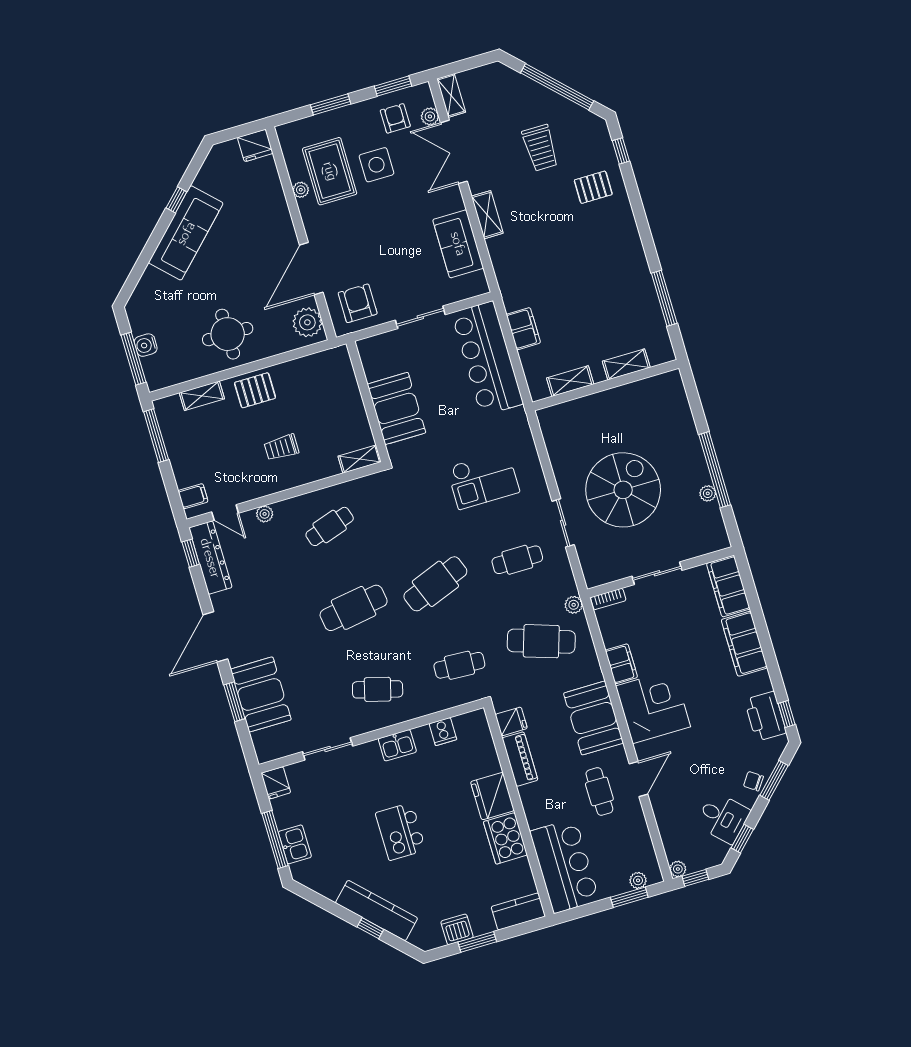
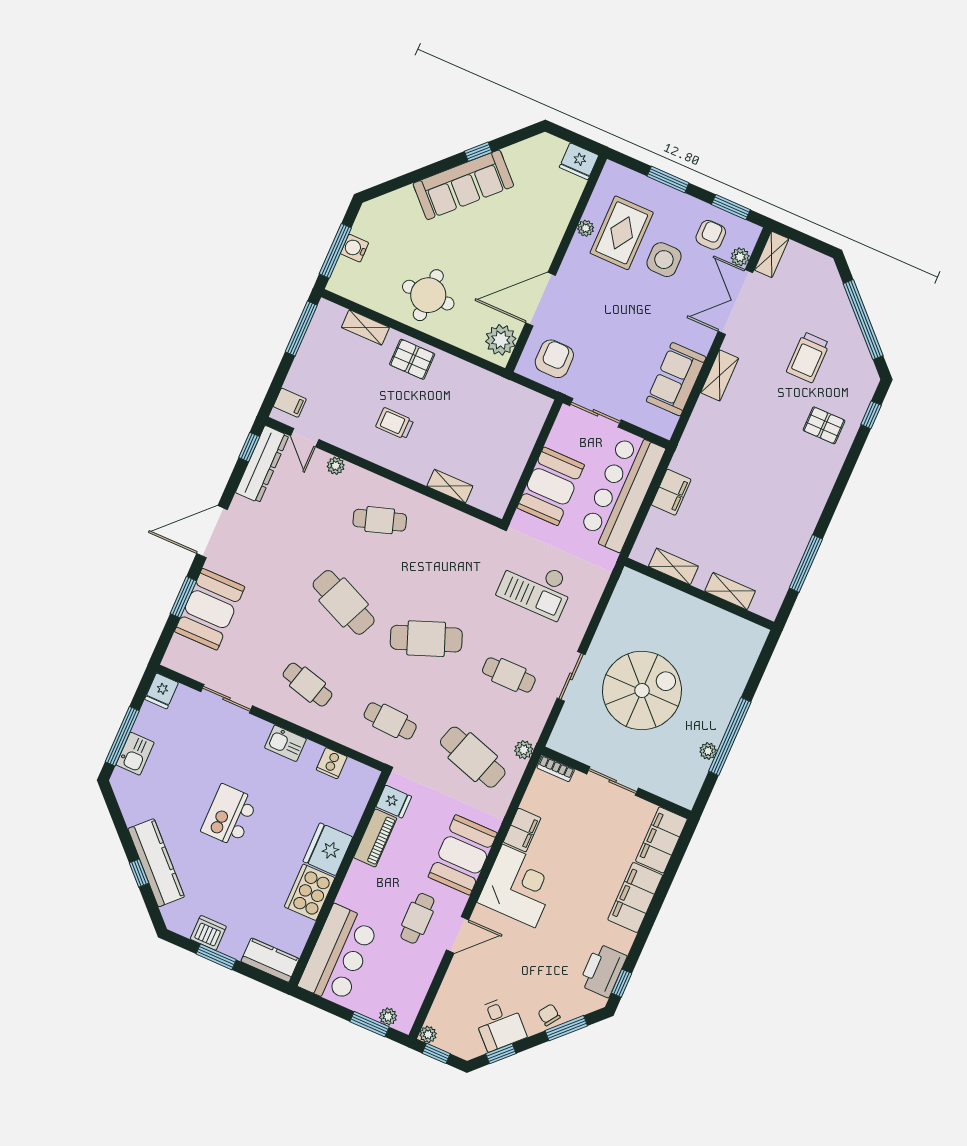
wall: (368, 402) -> (532, 461), moved
booth: (397, 408) -> (551, 486), moved
cafe table: (354, 608) -> (344, 602), turned 33

